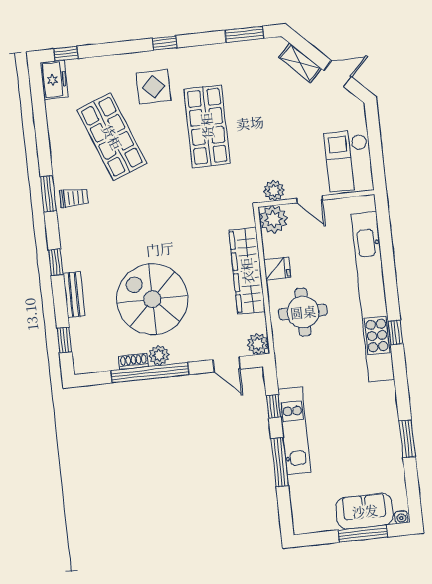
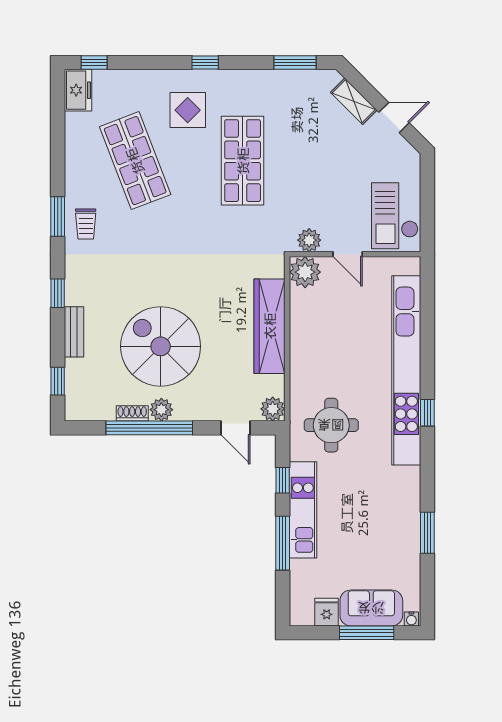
trolley: (74, 198) -> (86, 224), turned 90
fridge: (277, 269) -> (327, 612), moved, turned -90
round table: (303, 312) -> (331, 425), moved

